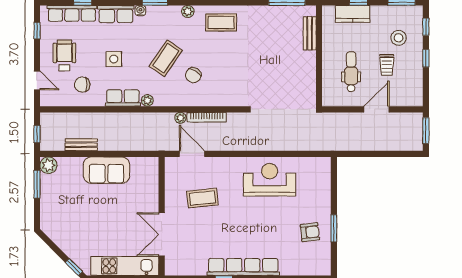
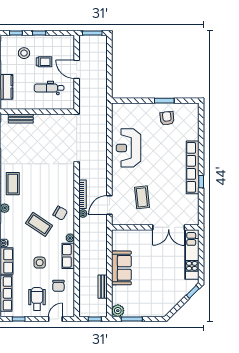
wheelchair: (64, 55) -> (37, 299), turned 90
chair: (193, 75) -> (60, 213), moved

